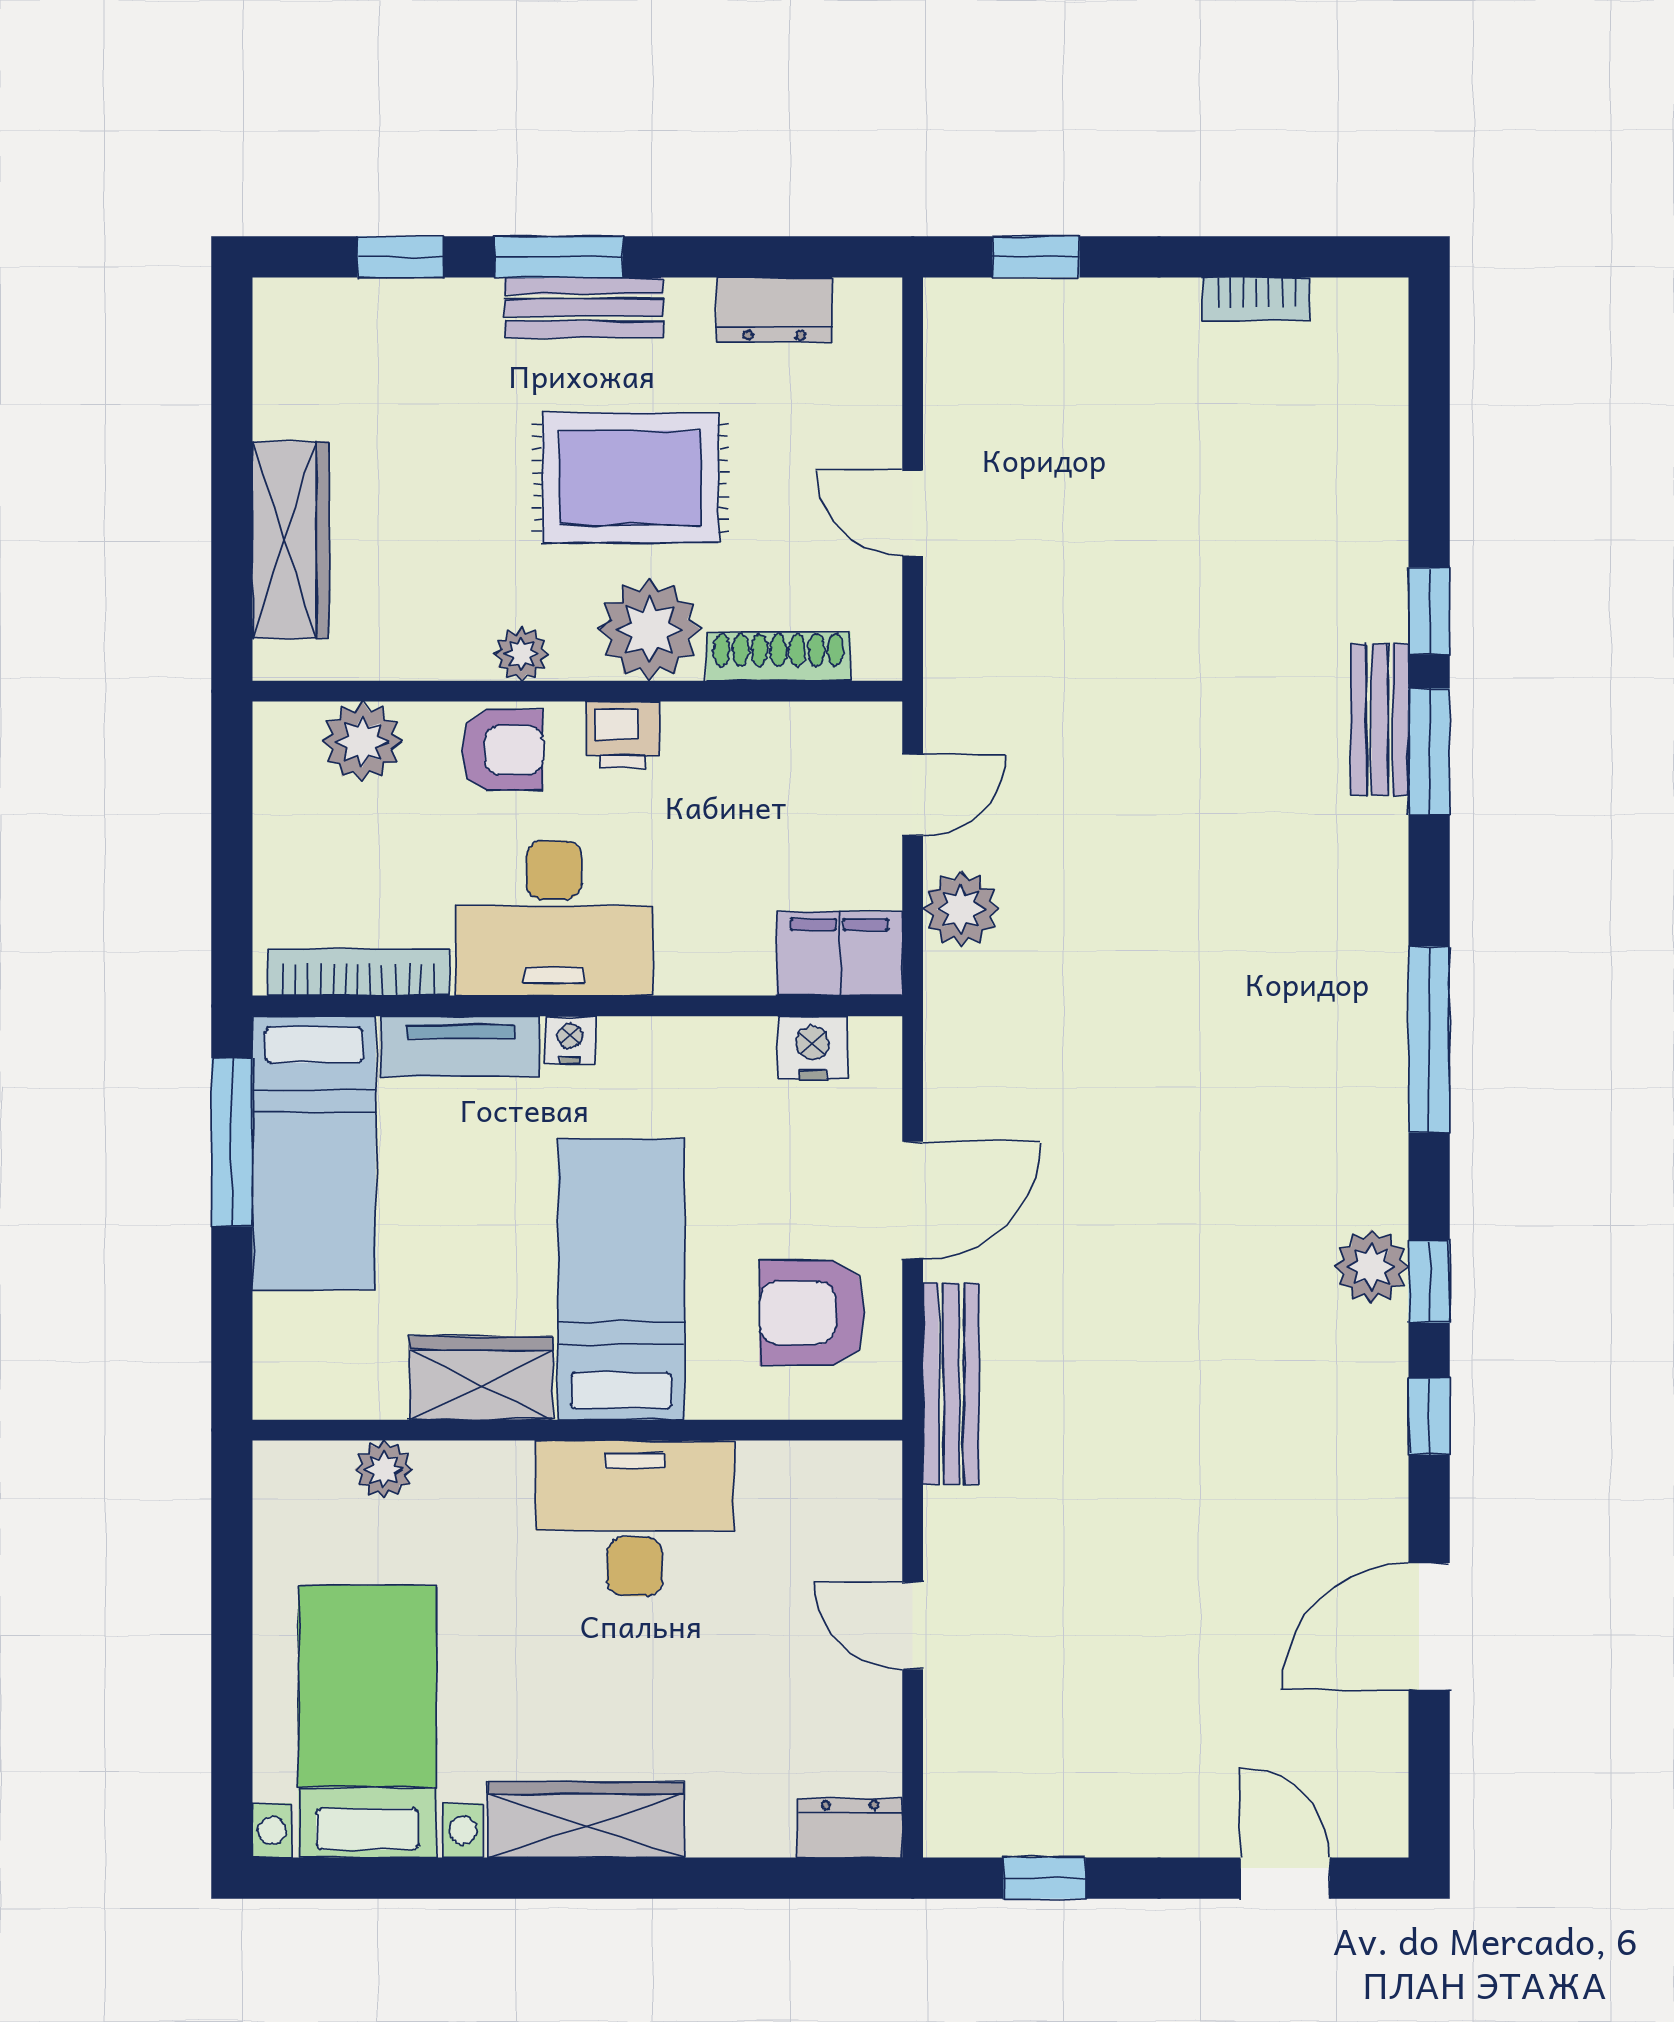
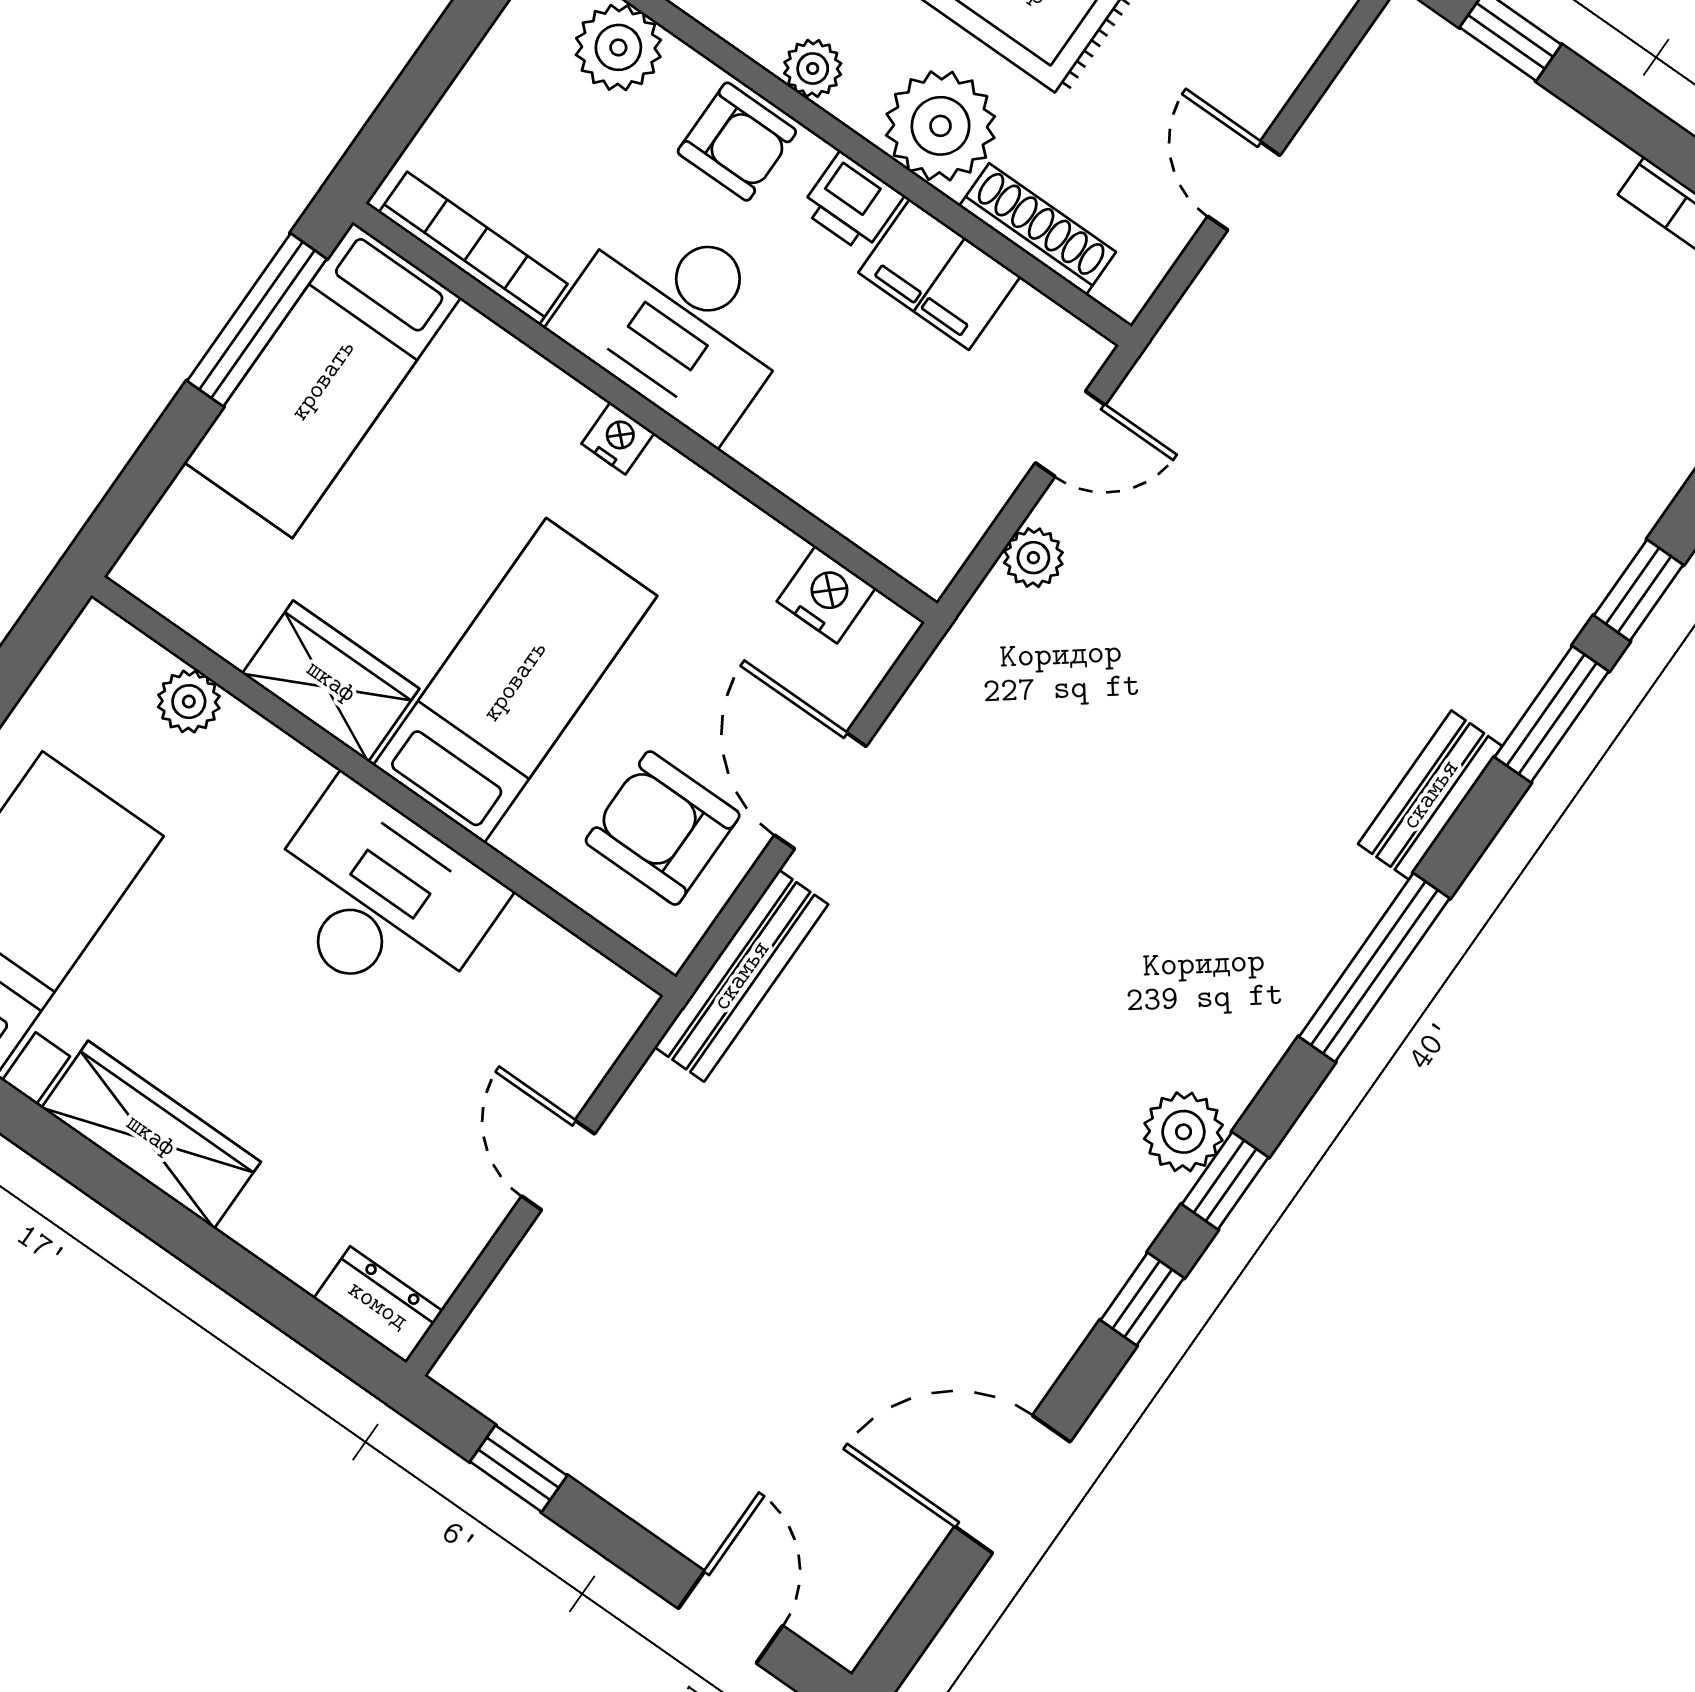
bench: (1380, 720) -> (1430, 795), moved
plant: (961, 909) -> (1033, 558), width x0.73, depth x0.73
filing cabinet: (840, 954) -> (939, 274), moved, turned 180
tv unit: (460, 1046) -> (517, 376), removed
door: (913, 1200) -> (820, 791), swing flipped

